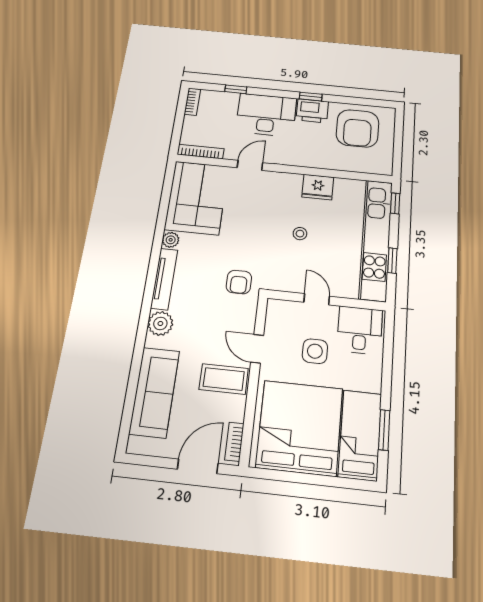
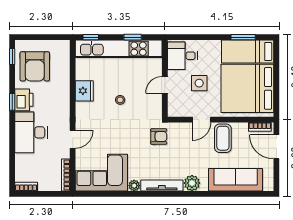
window: (236, 89) -> (12, 56), moved
armchair: (358, 128) -> (35, 66), turned 90
door: (250, 165) -> (73, 139), swing flipped

